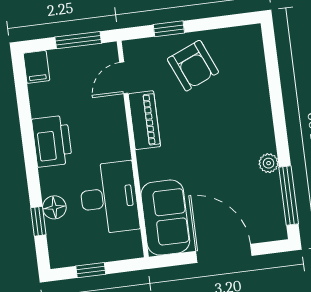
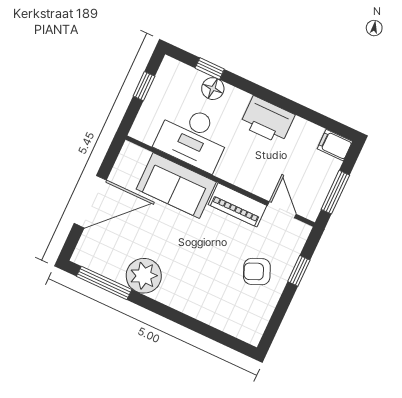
armchair: (193, 66) -> (257, 272), width x0.72, depth x0.72
plant: (269, 163) -> (144, 276), width x1.88, depth x1.88
sofa: (165, 218) -> (176, 186), moved

